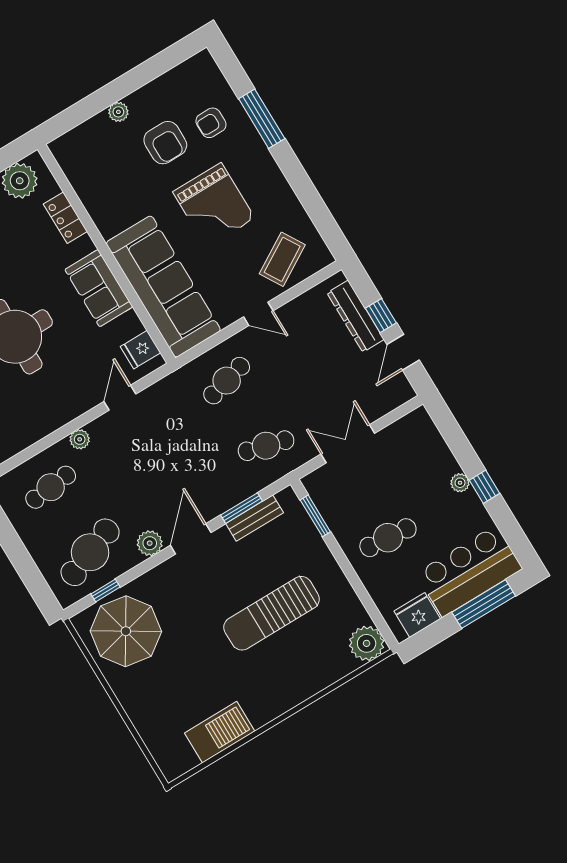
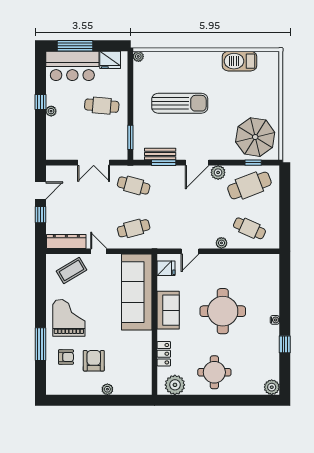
grand piano: (214, 205) -> (69, 318), moved
dresser: (356, 316) -> (66, 242), moved, turned -90
cafe table: (51, 487) -> (249, 228), turned 30
plant: (367, 643) -> (138, 56), width x0.53, depth x0.53

